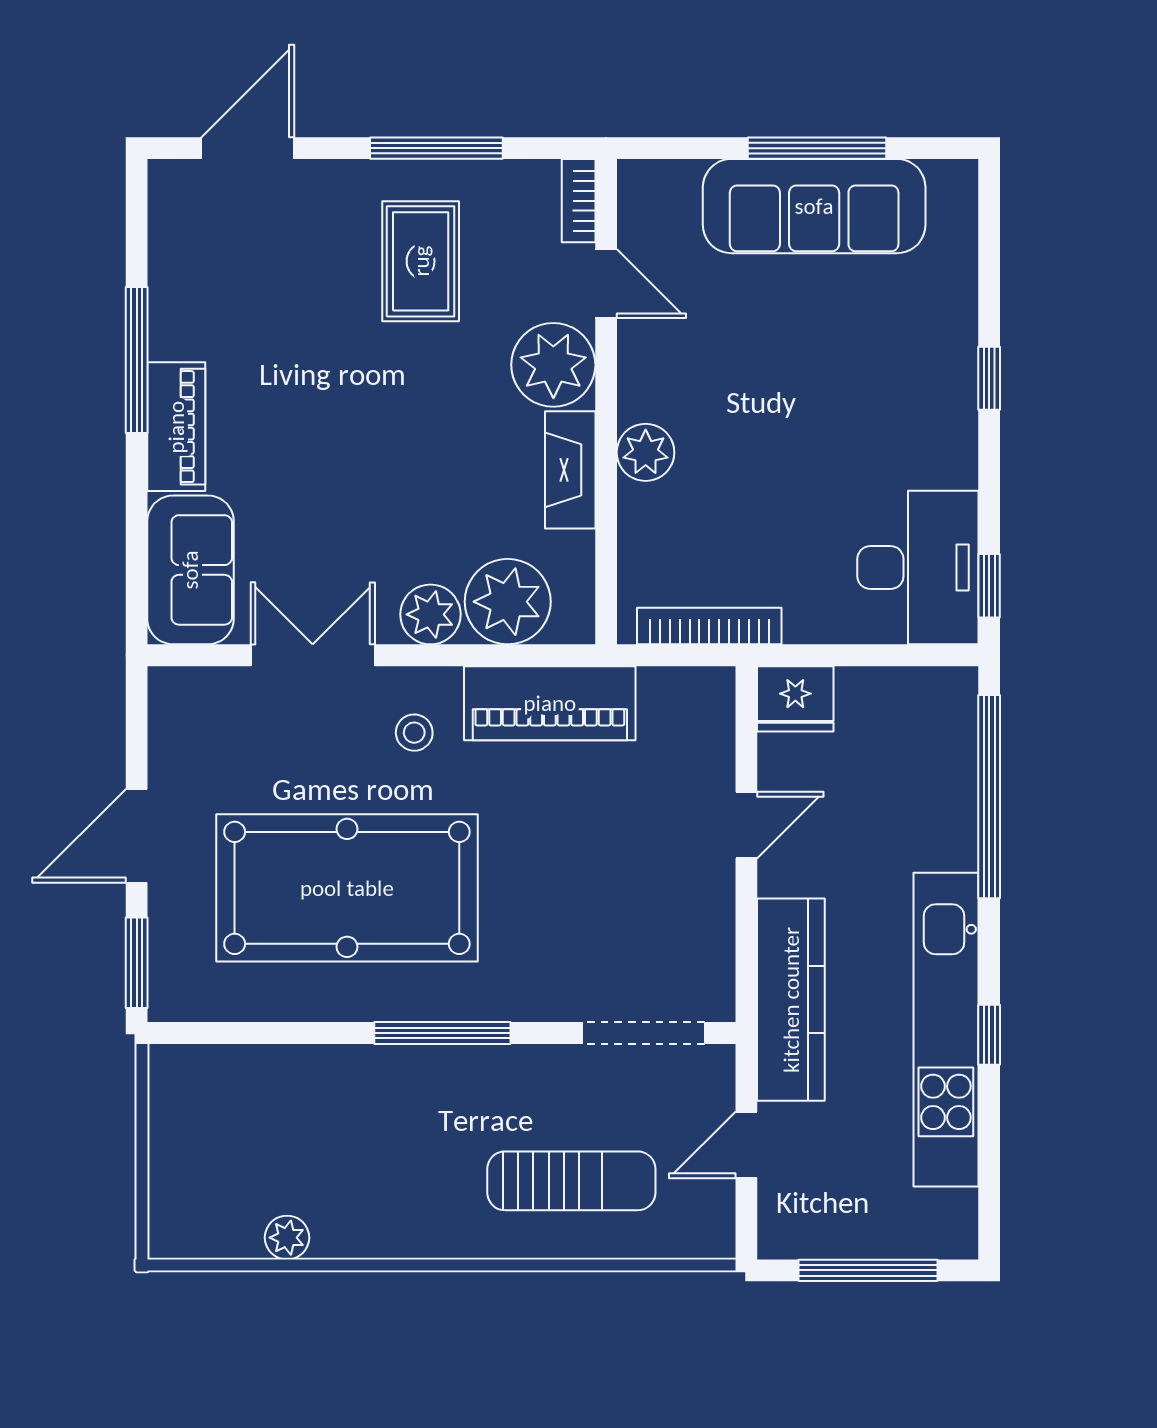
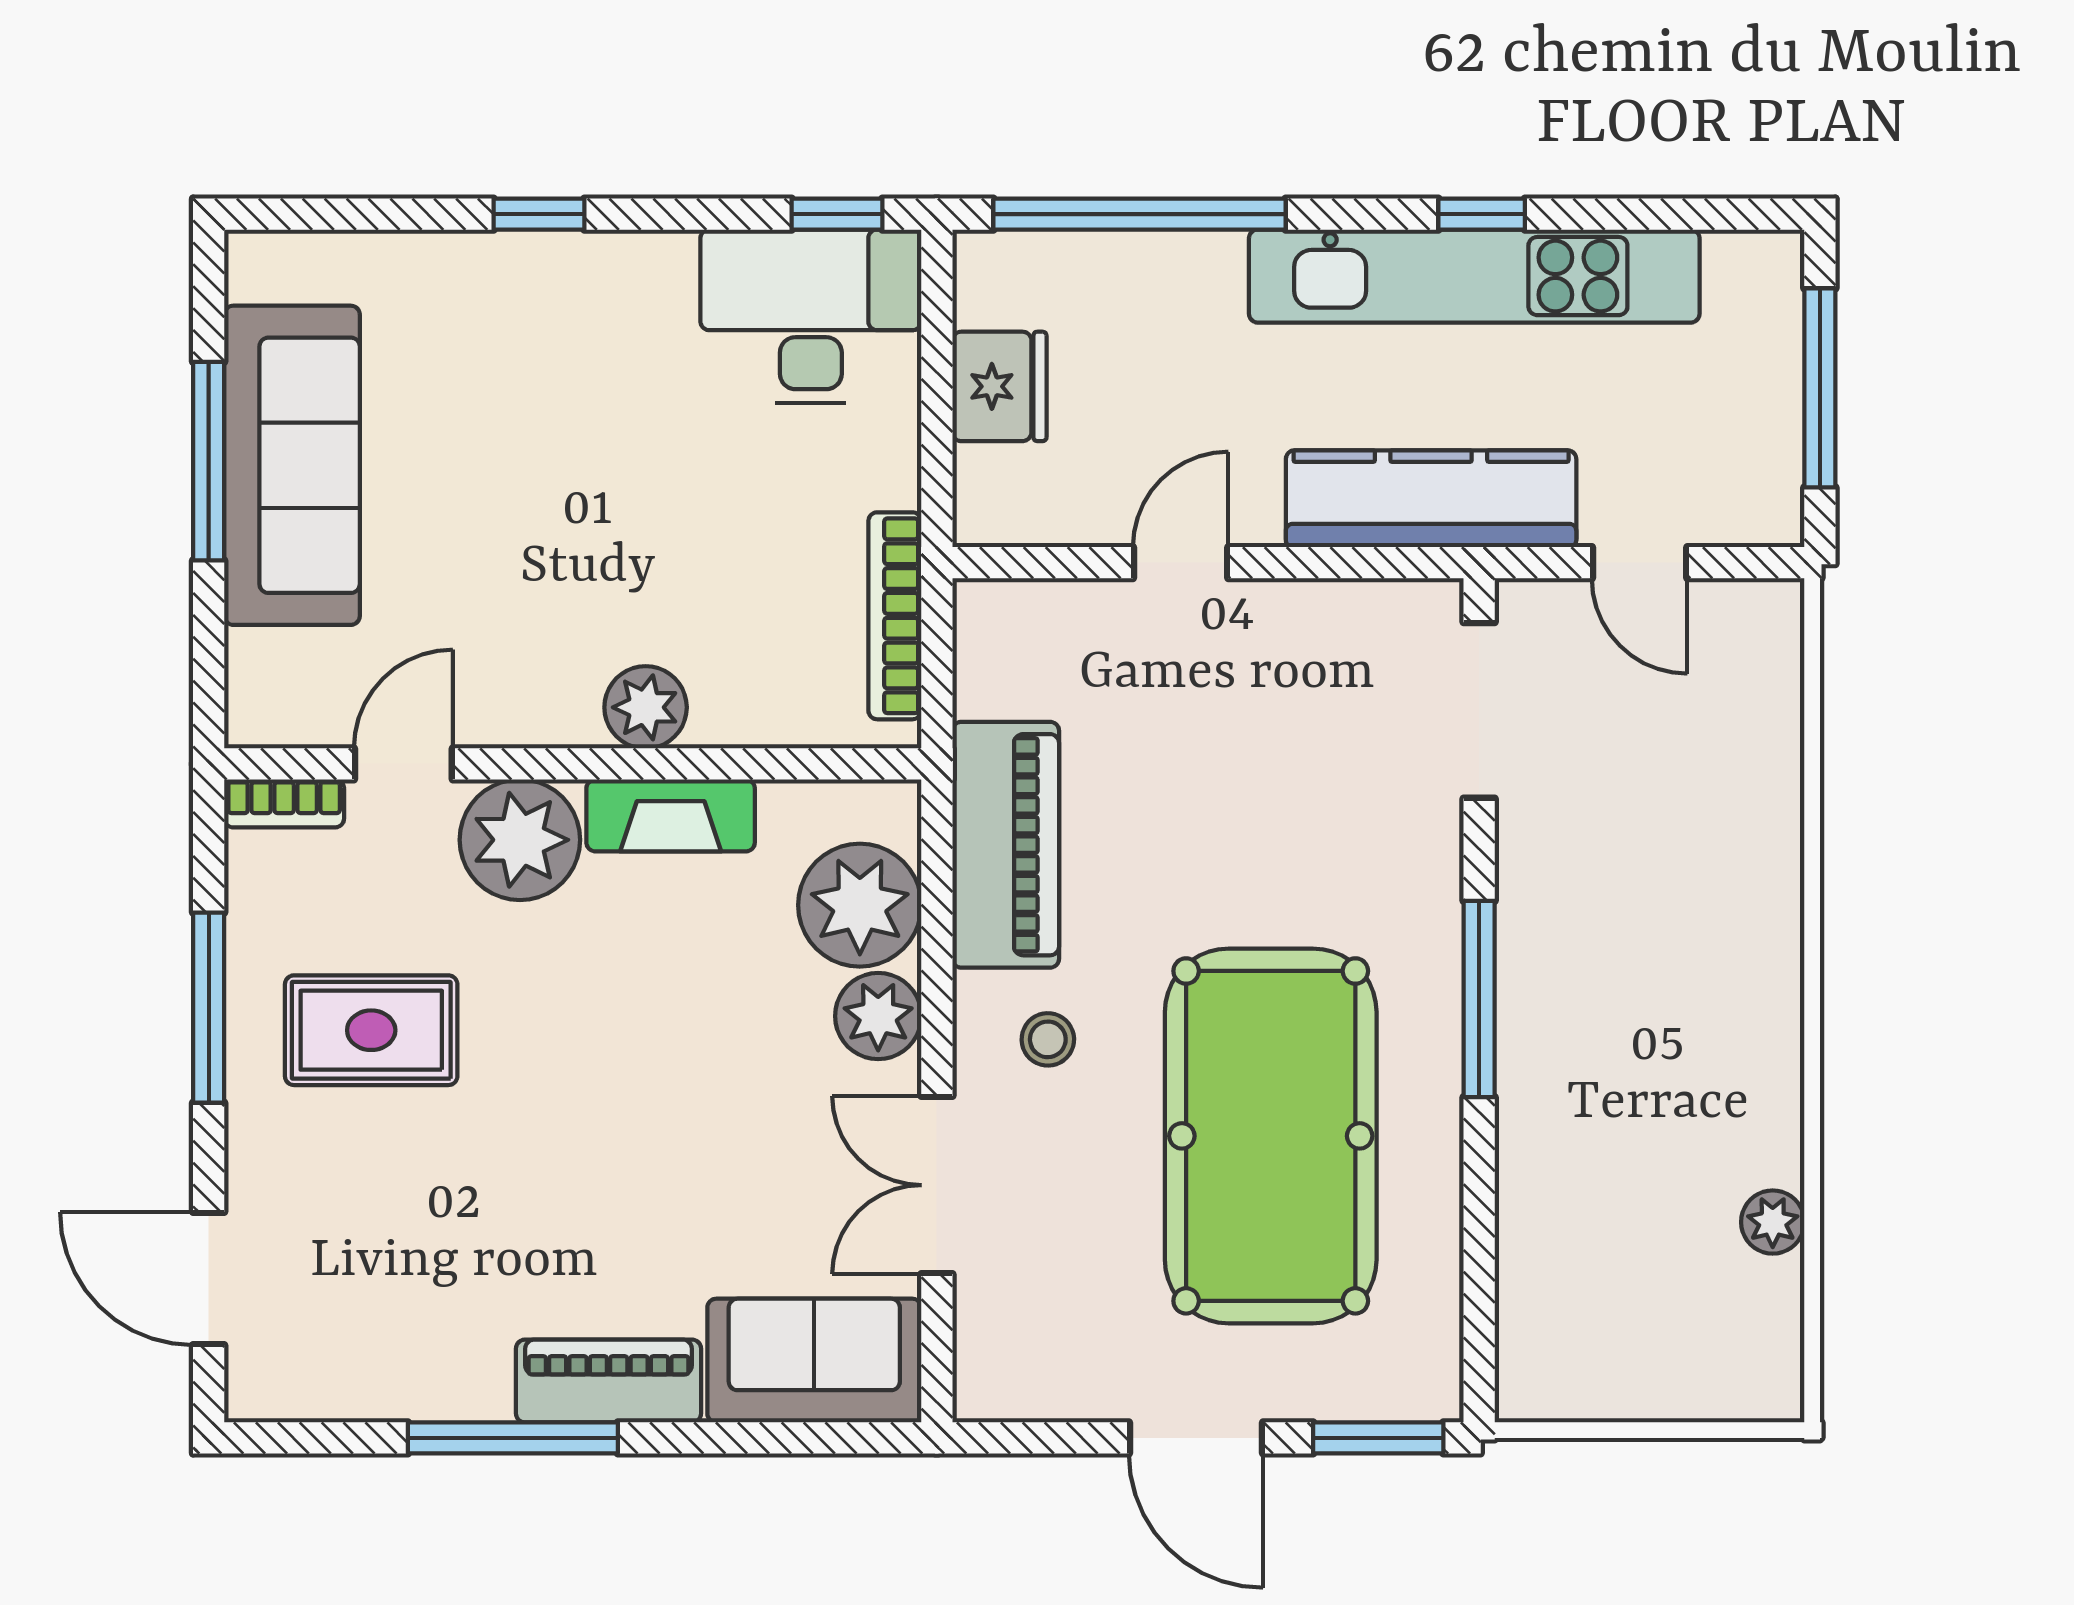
fridge: (795, 699) -> (999, 386), moved
door: (746, 825) -> (1181, 563), hinge flipped
sun lounger: (571, 1181) -> (1691, 814), removed

